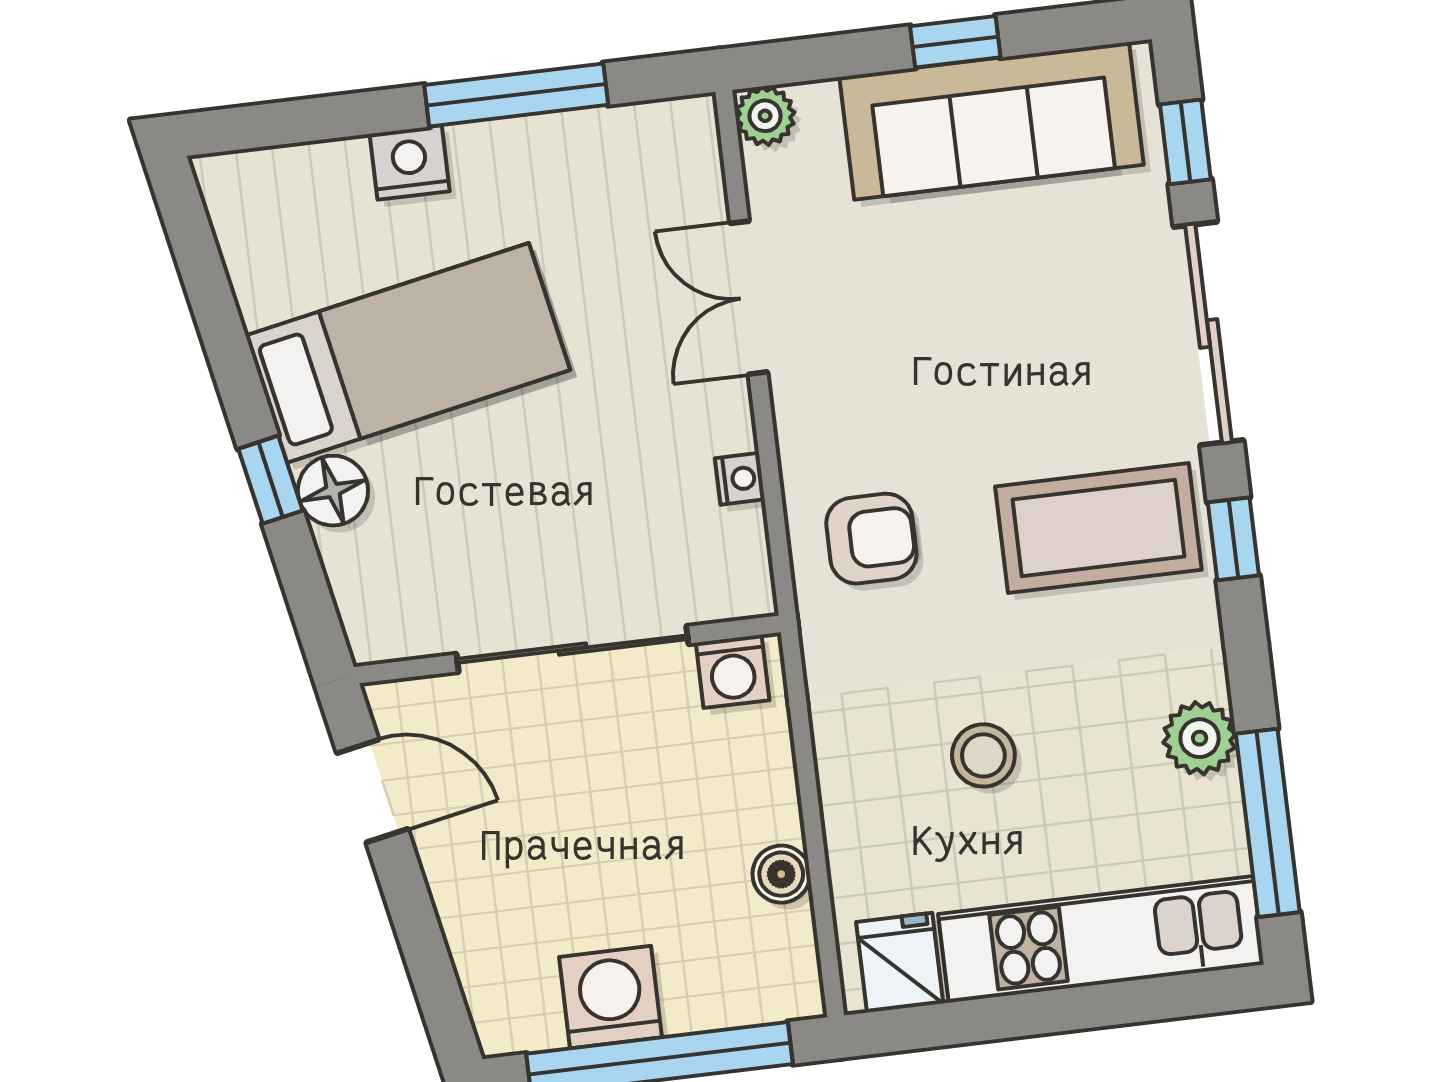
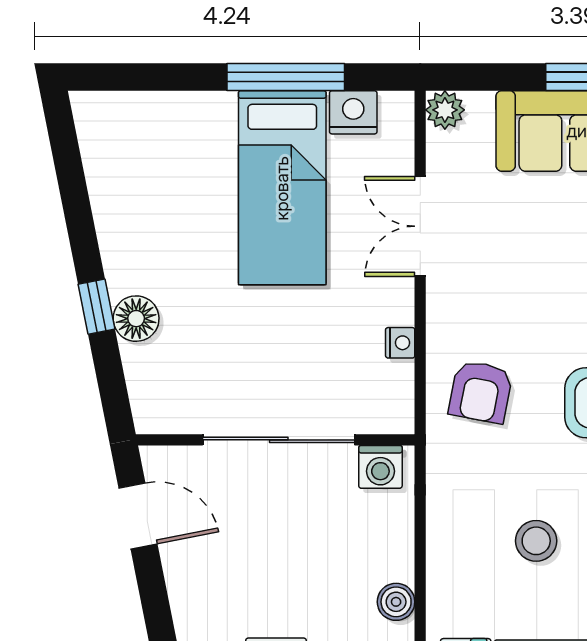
nightstand: (410, 163) -> (353, 112), moved
bed: (408, 353) -> (282, 188), moved, turned 101
armchair: (871, 539) -> (481, 392), turned 101

